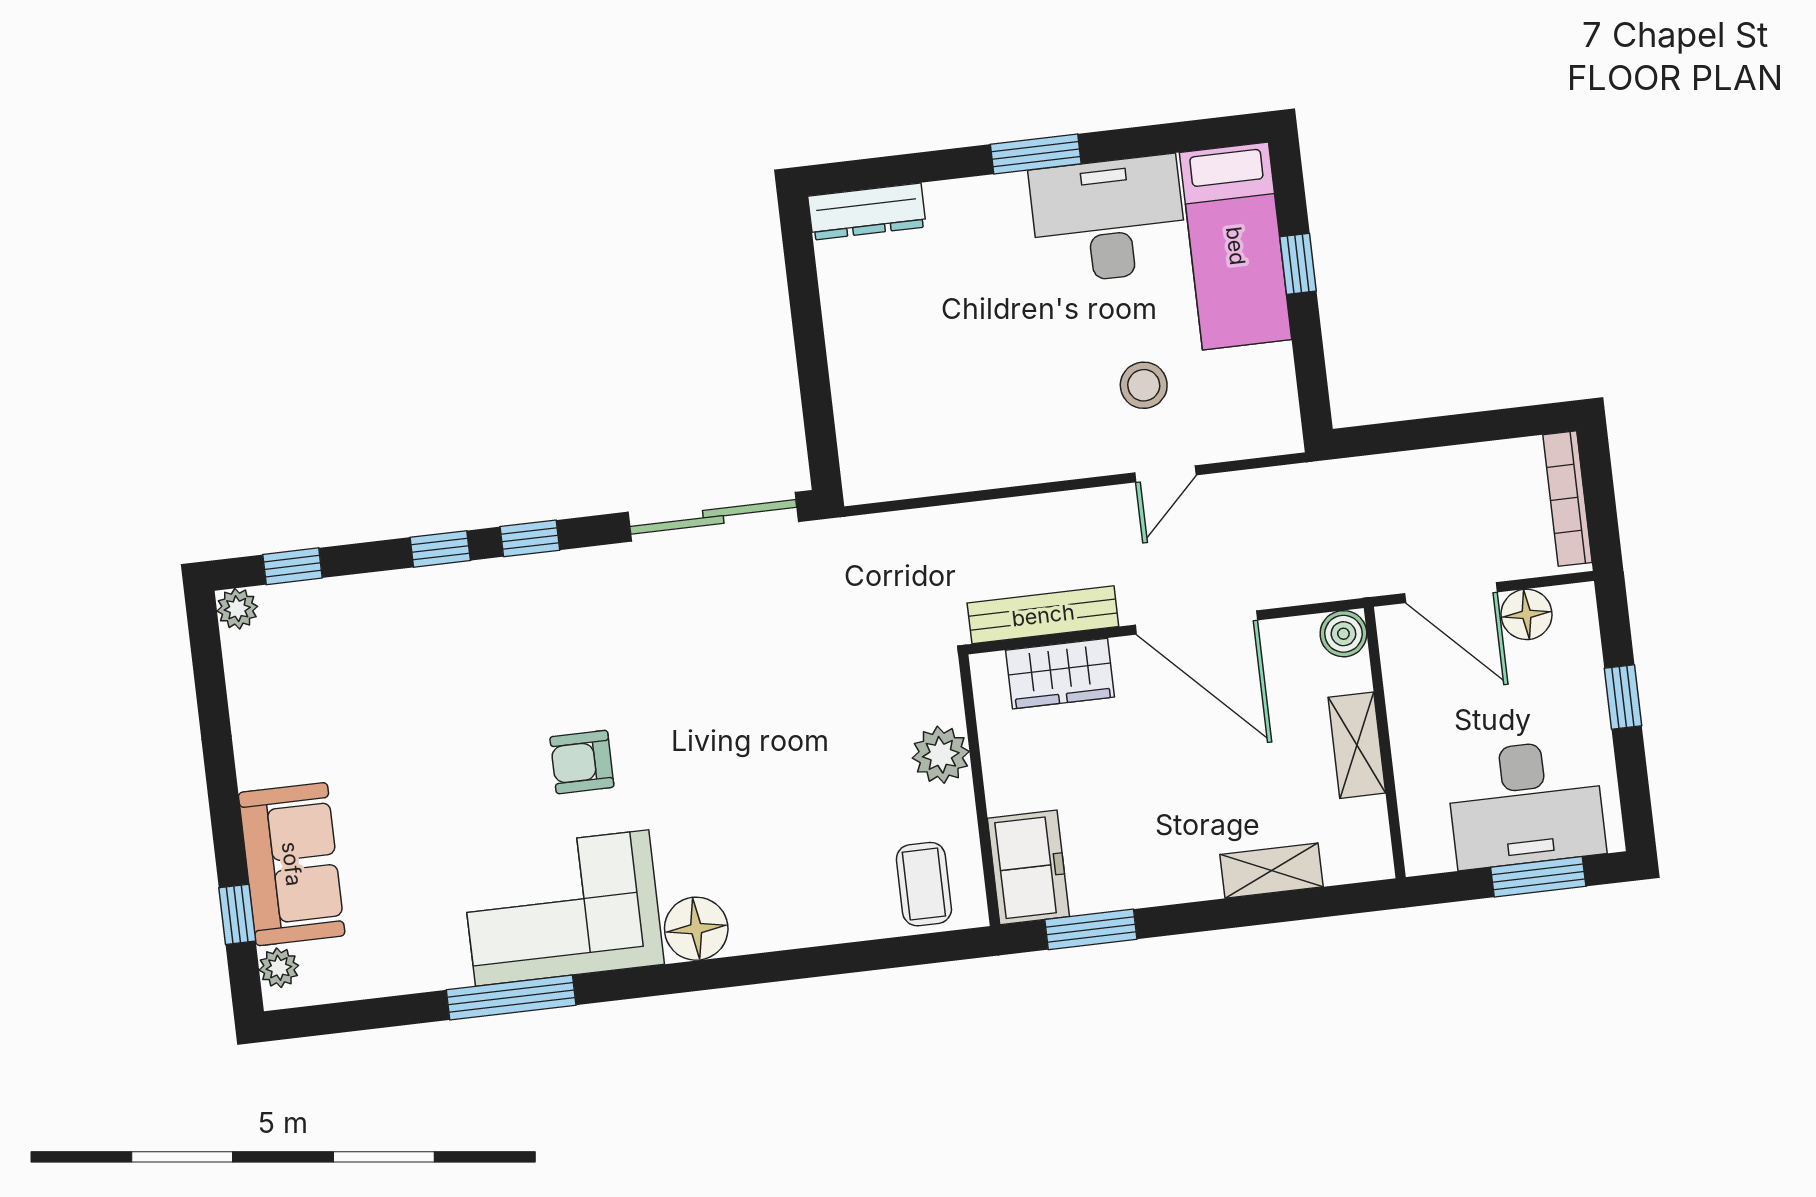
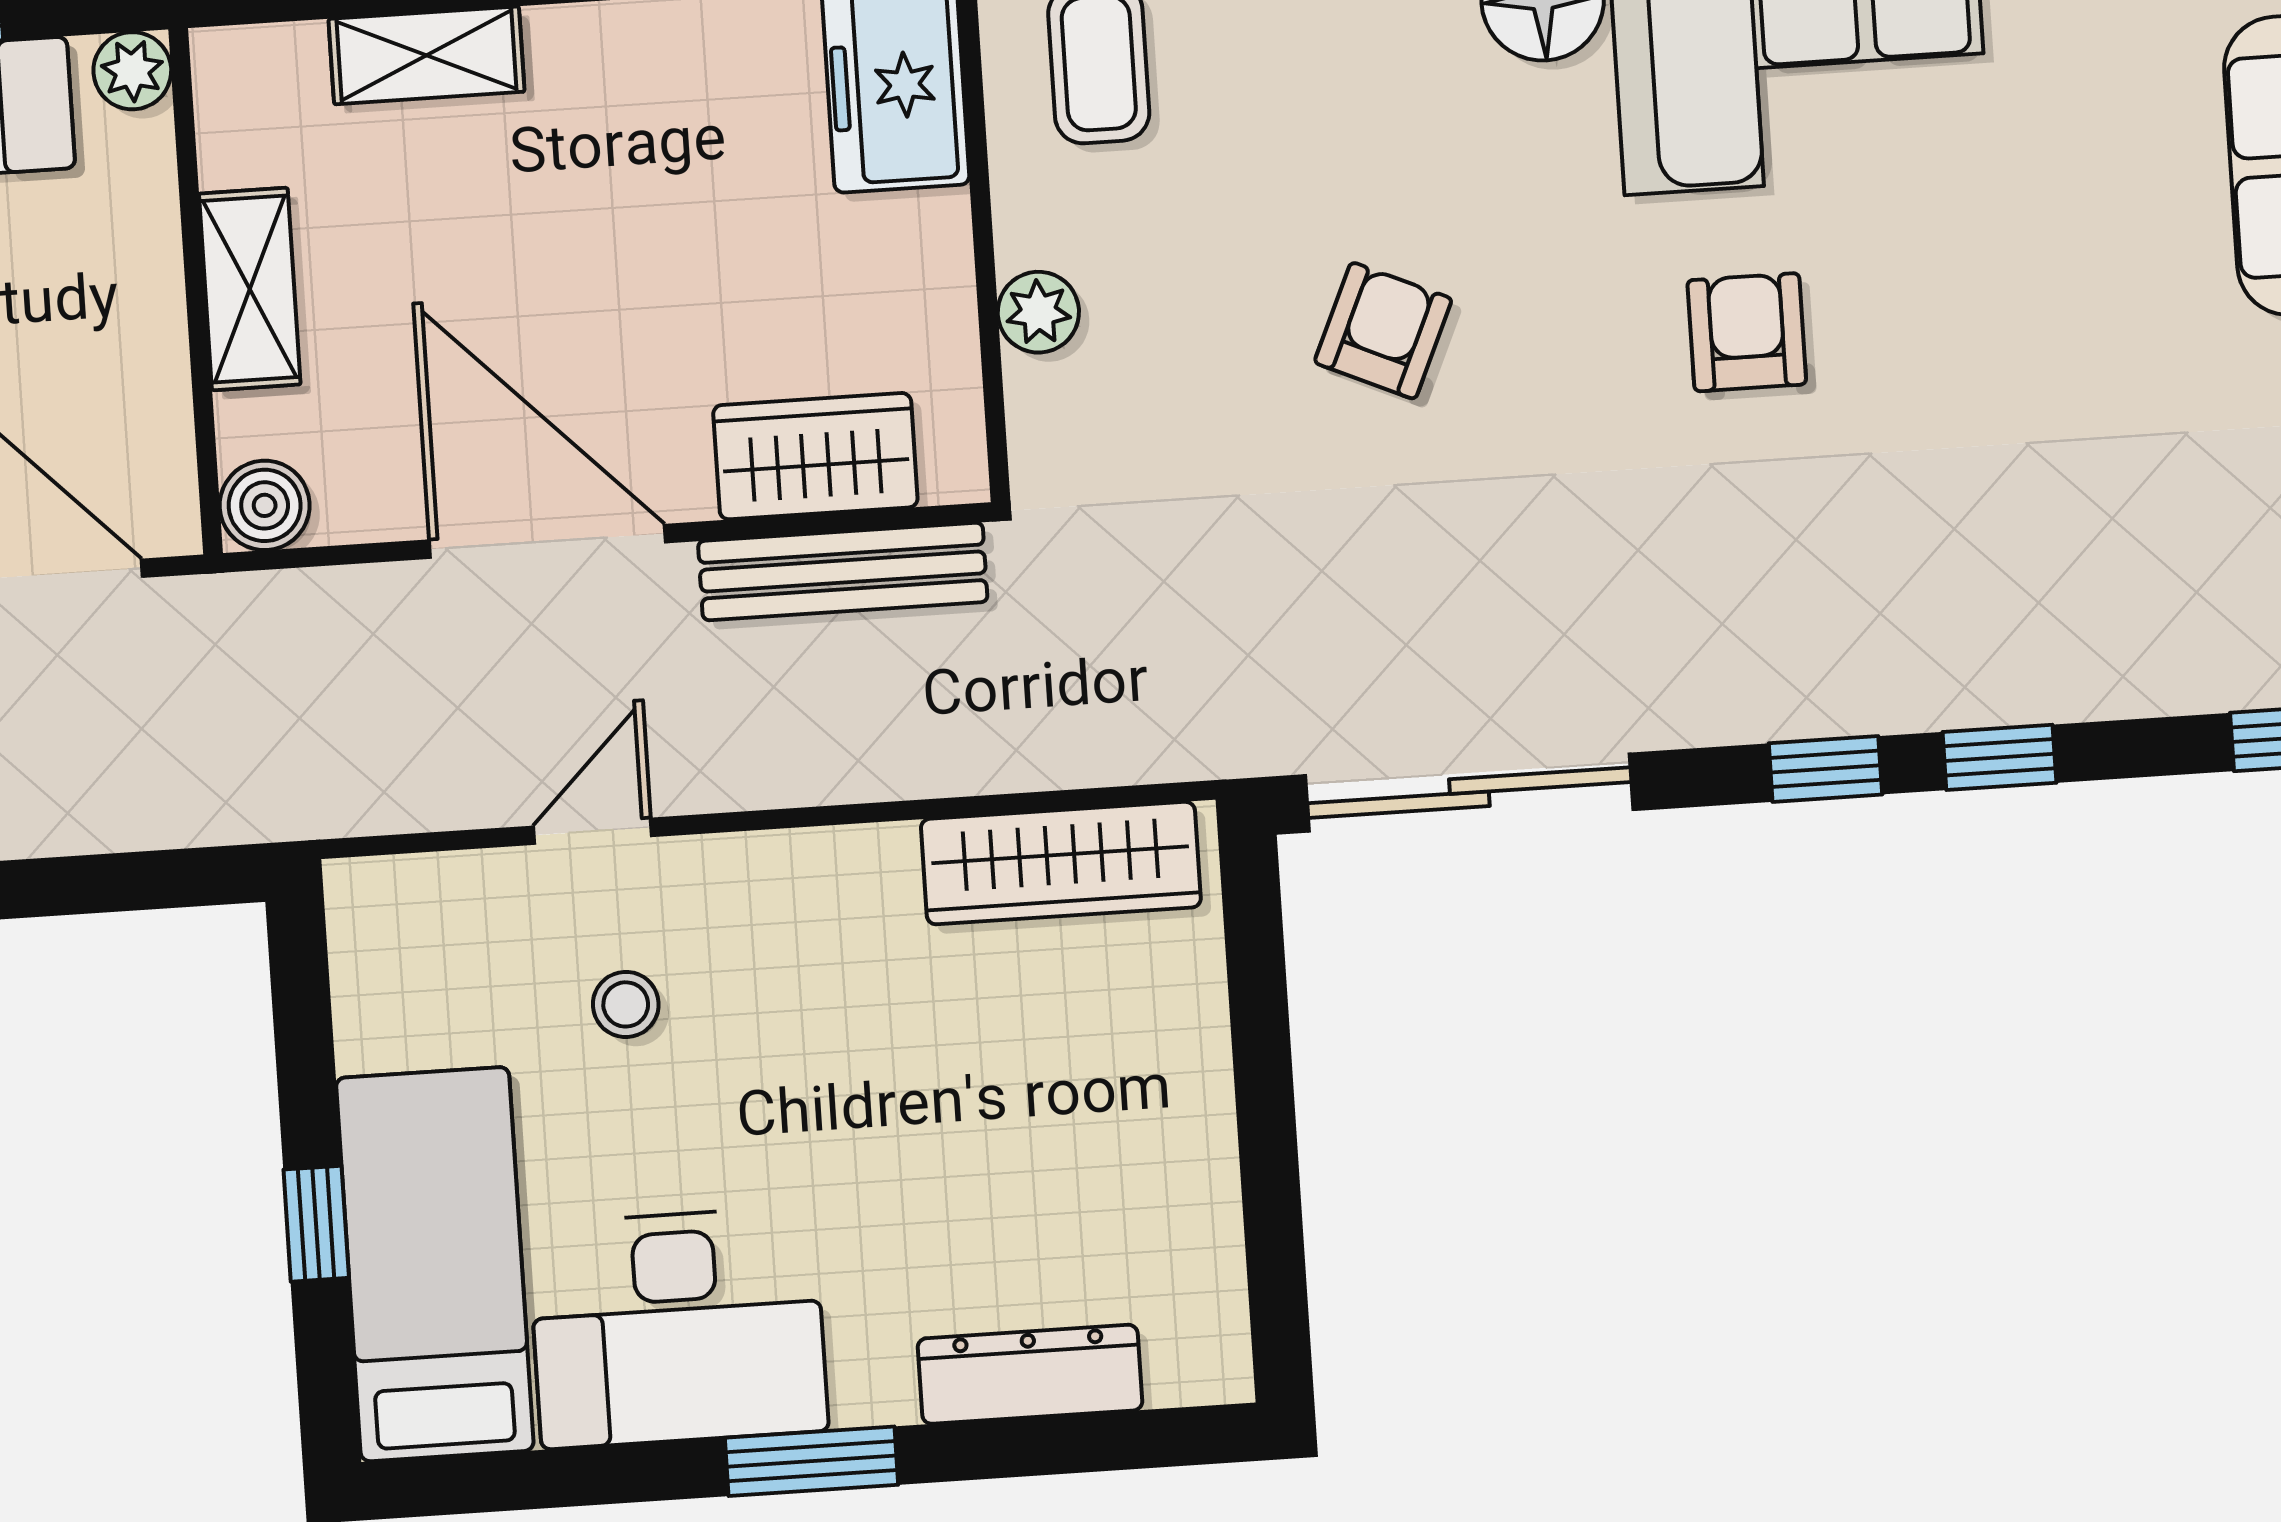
dresser: (867, 212) -> (1030, 1374), moved
stool: (1144, 385) -> (626, 1004), width x0.73, depth x0.73
wardrobe: (923, 470) -> (1061, 863), added
armchair: (770, 753) -> (1383, 331), added
plant: (941, 755) -> (1038, 312), width x0.73, depth x0.73
armchair: (582, 762) -> (1747, 332), turned -90
plant: (1423, 855) -> (132, 71), added

